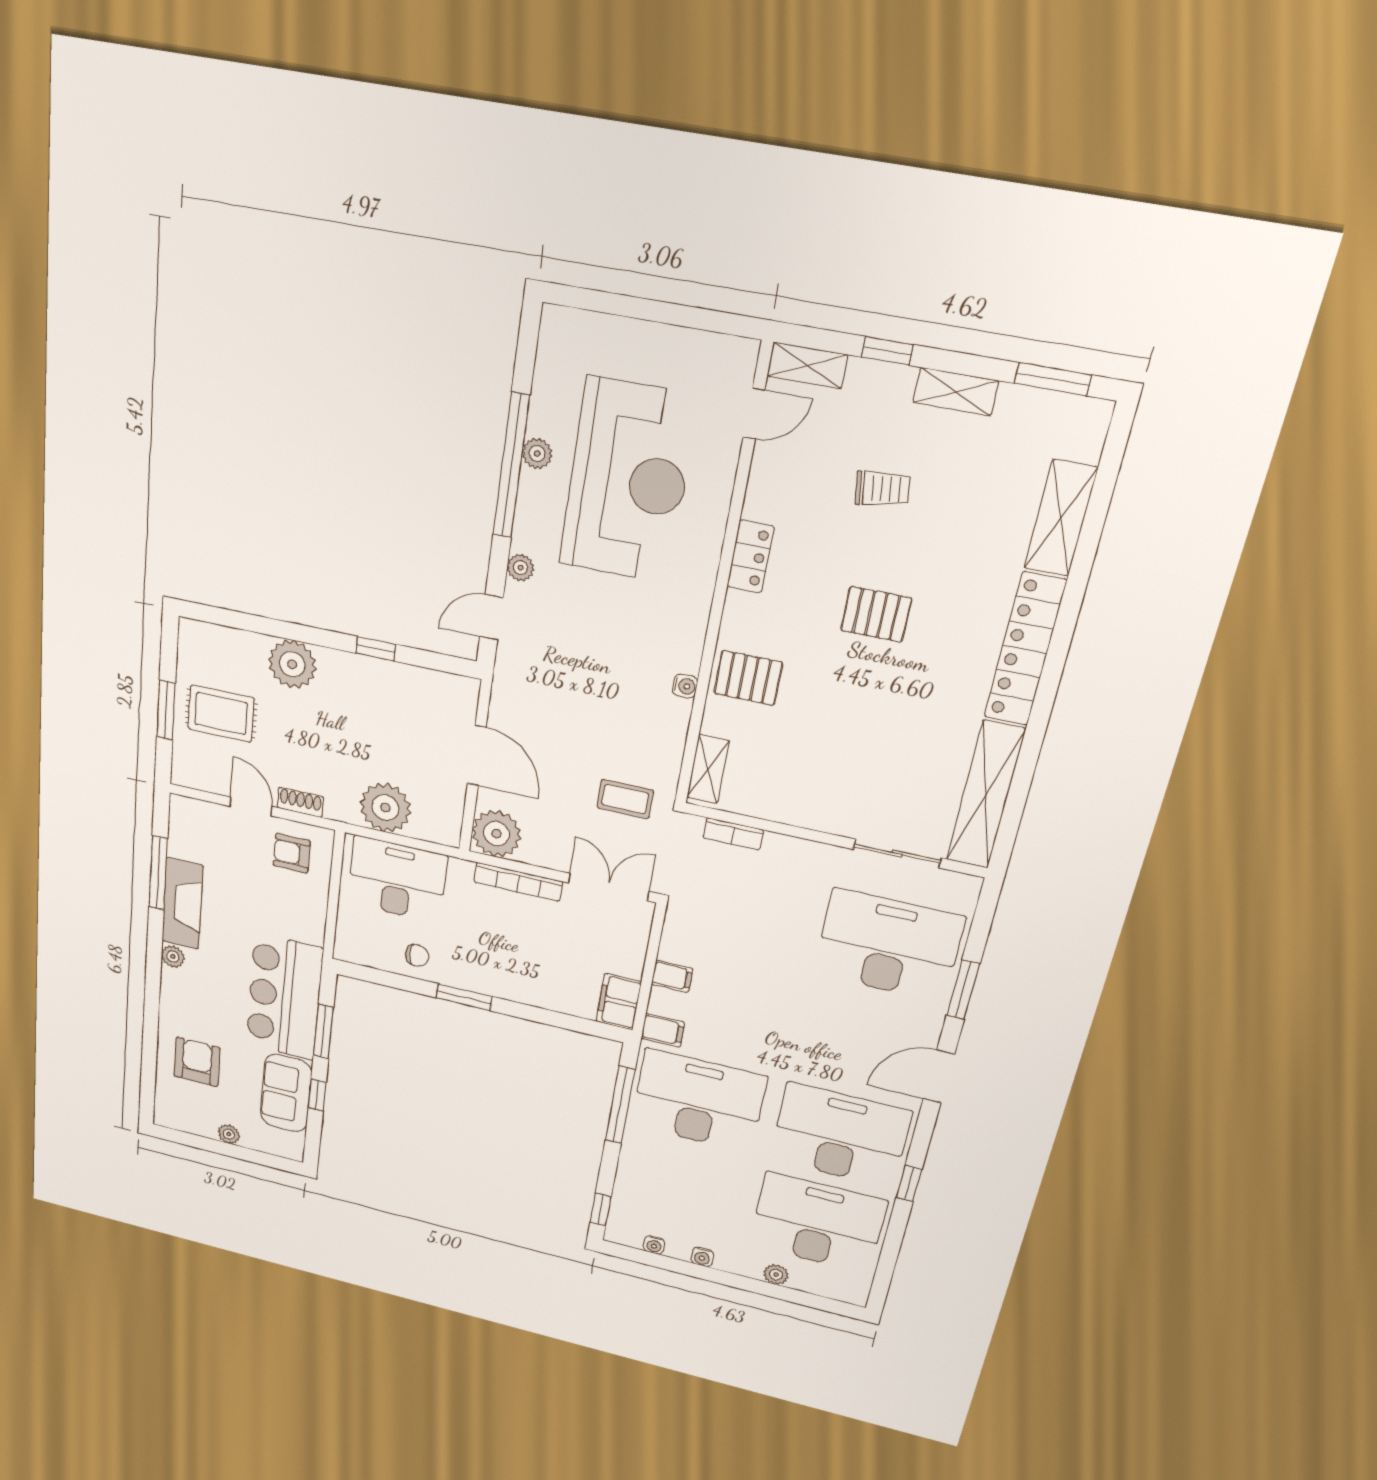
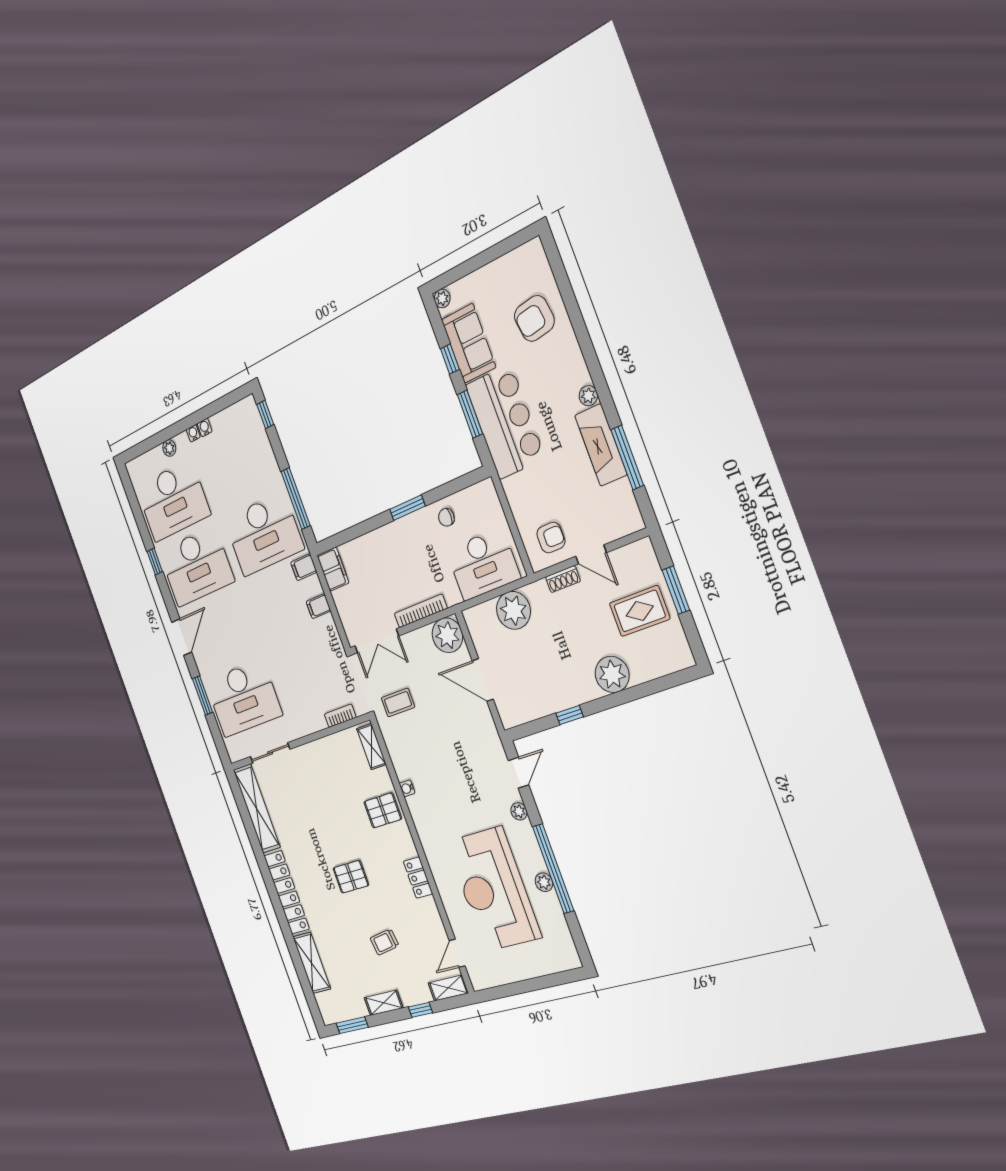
armchair: (197, 1062) -> (534, 318), turned 82
plant: (229, 1134) -> (442, 298), moved
water cooler: (654, 1245) -> (193, 433), moved

